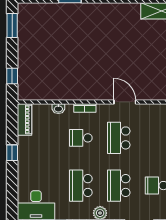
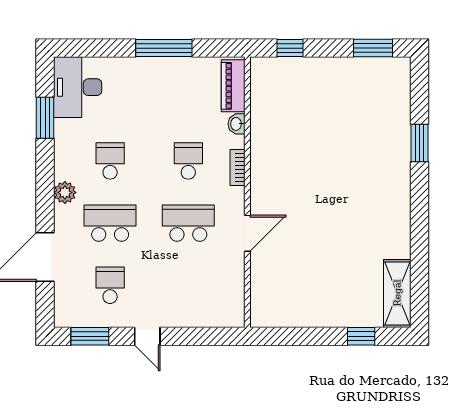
piano: (24, 120) -> (233, 86), moved, turned 90
window: (12, 153) -> (164, 48), width x2.17
school desk: (81, 186) -> (110, 161), width x0.54

